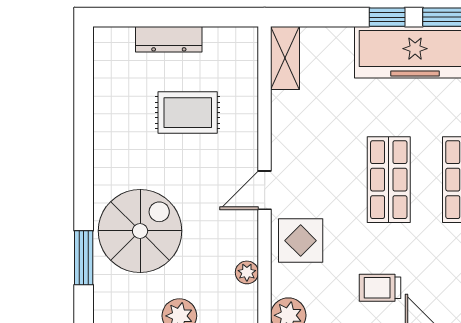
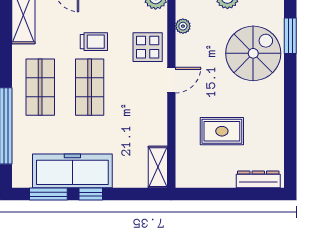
dresser: (169, 39) -> (258, 179), moved
spiral stairs: (140, 231) -> (253, 53), turned 180
trolley: (380, 288) -> (94, 42), moved

